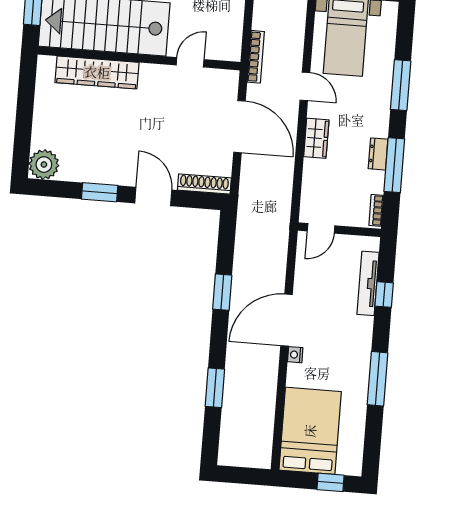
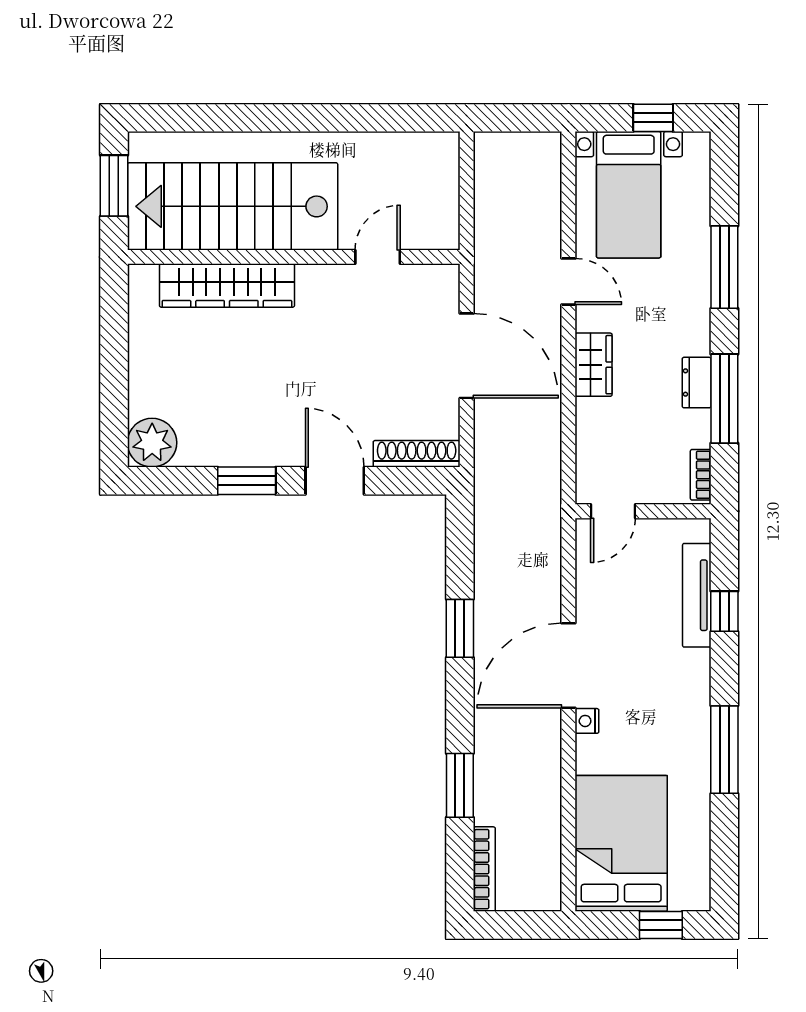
bookcase: (256, 57) -> (484, 869), moved

